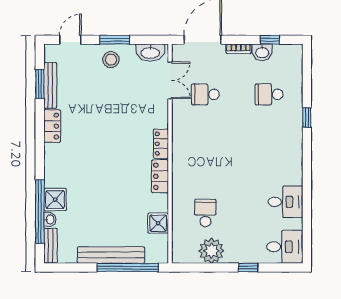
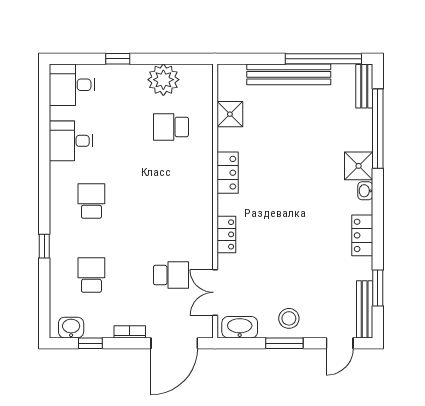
washbasin: (262, 52) -> (71, 328), moved
bench: (50, 85) -> (365, 309), moved
school desk: (269, 94) -> (91, 275), turned -90
locker: (161, 144) -> (226, 234), moved
school desk: (269, 154) -> (91, 201), added
shower: (55, 200) -> (359, 166), moved
school desk: (205, 213) -> (171, 127), turned 90
washbasin: (50, 219) -> (365, 191), moved
window: (127, 268) -> (323, 59), moved

